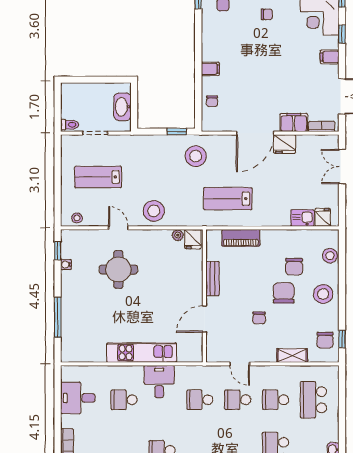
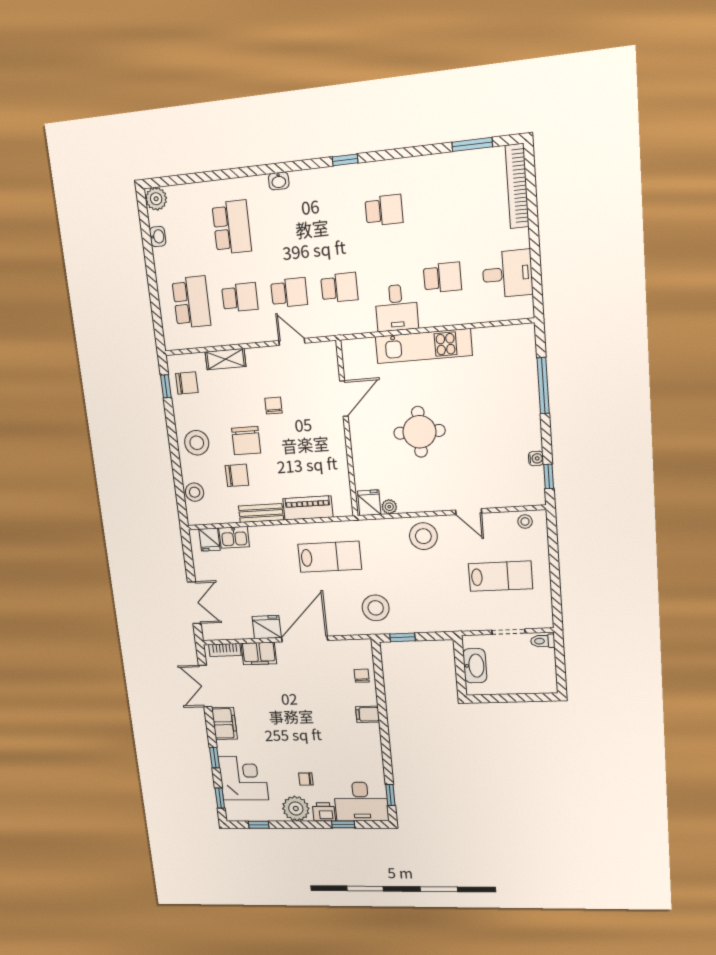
filing cabinet: (330, 57) -> (224, 723), width x2.00
chair: (294, 267) -> (237, 475), turned 90
round table: (118, 269) -> (419, 432), moved
bench: (213, 279) -> (261, 513), moved, turned 90
chair: (325, 340) -> (187, 383), turned 90

